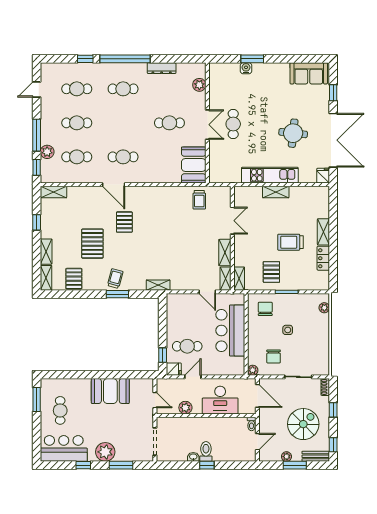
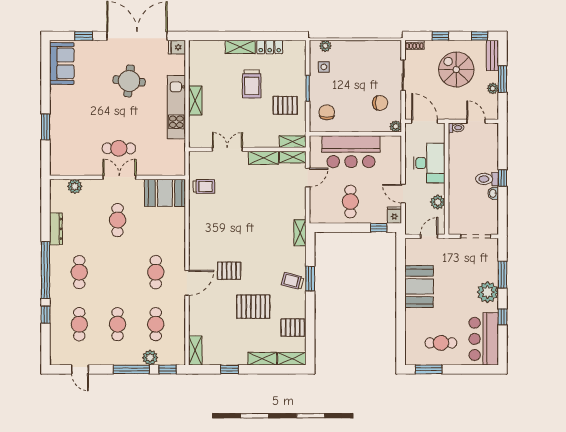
water cooler: (246, 68) -> (56, 134), removed
chair: (265, 309) -> (327, 112), turned 90
side table: (288, 330) -> (324, 67), moved
cafe table: (187, 346) -> (350, 202), moved
door: (257, 396) -> (425, 121), hinge flipped

